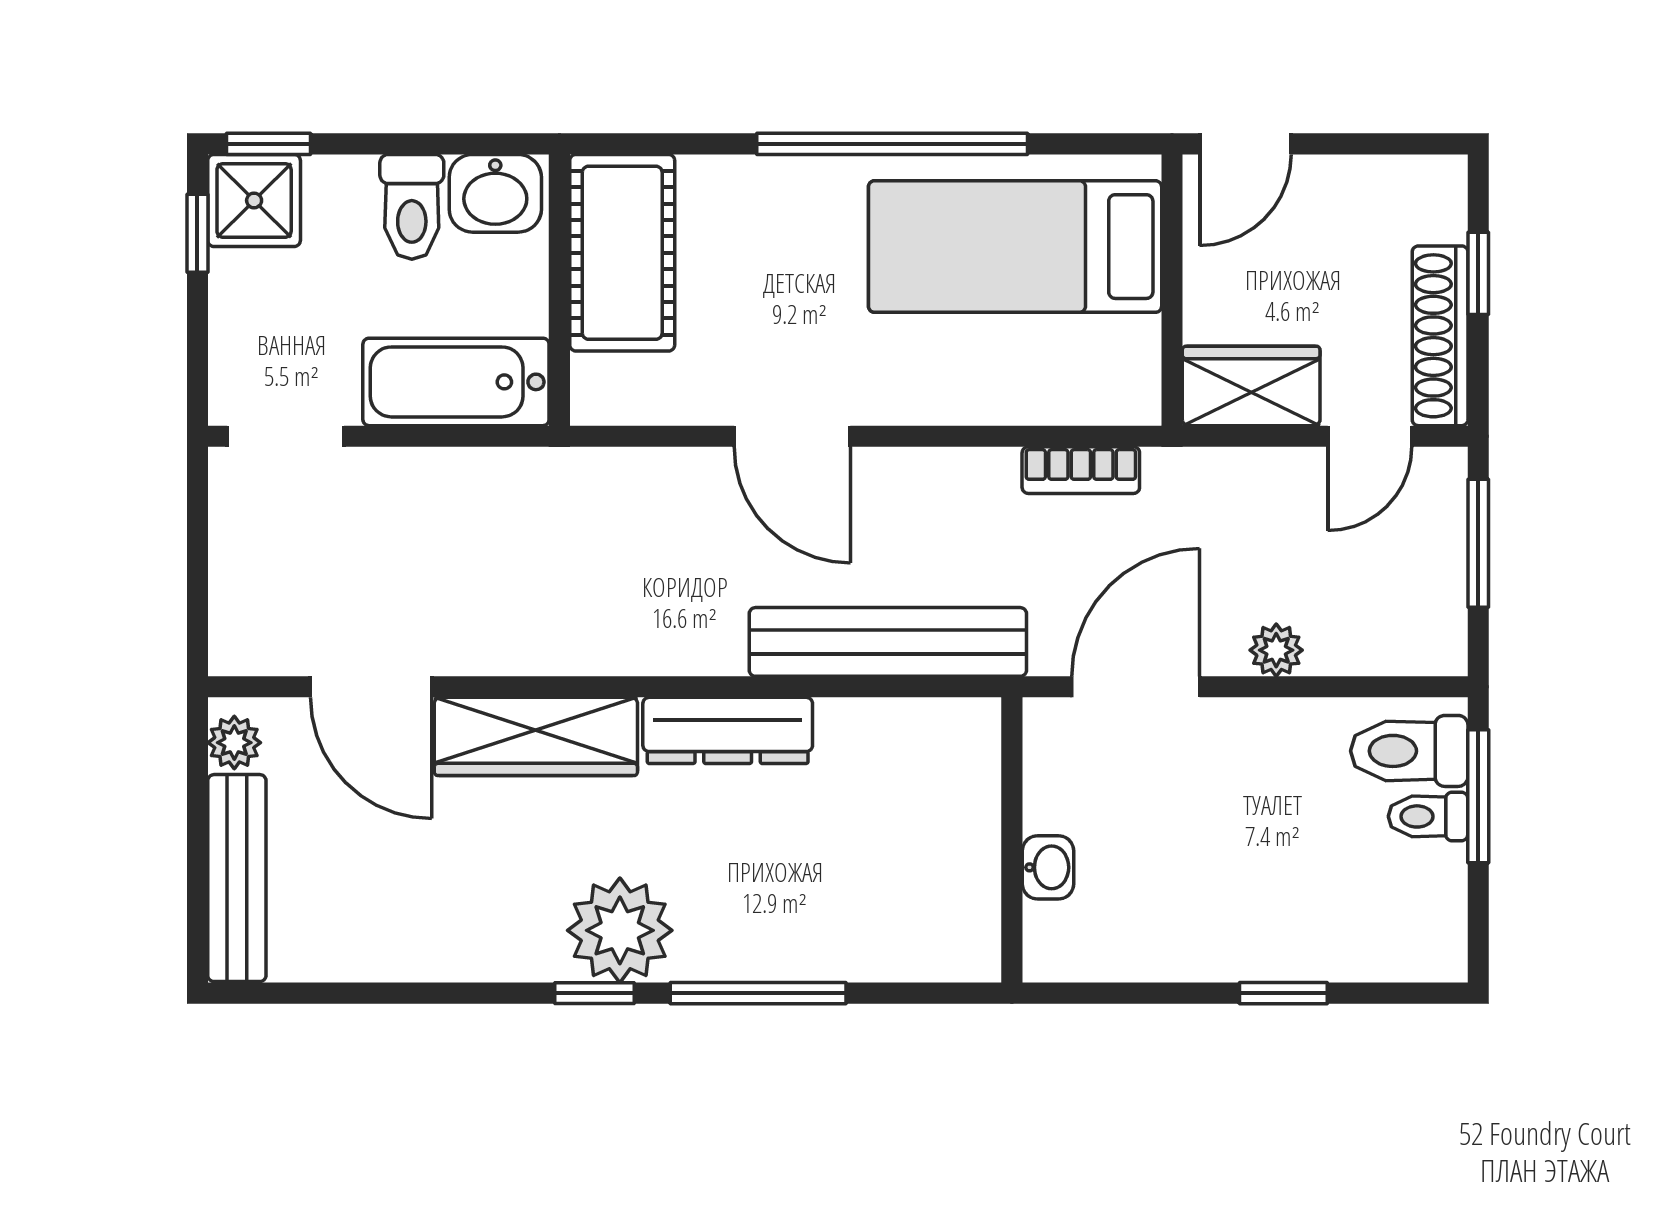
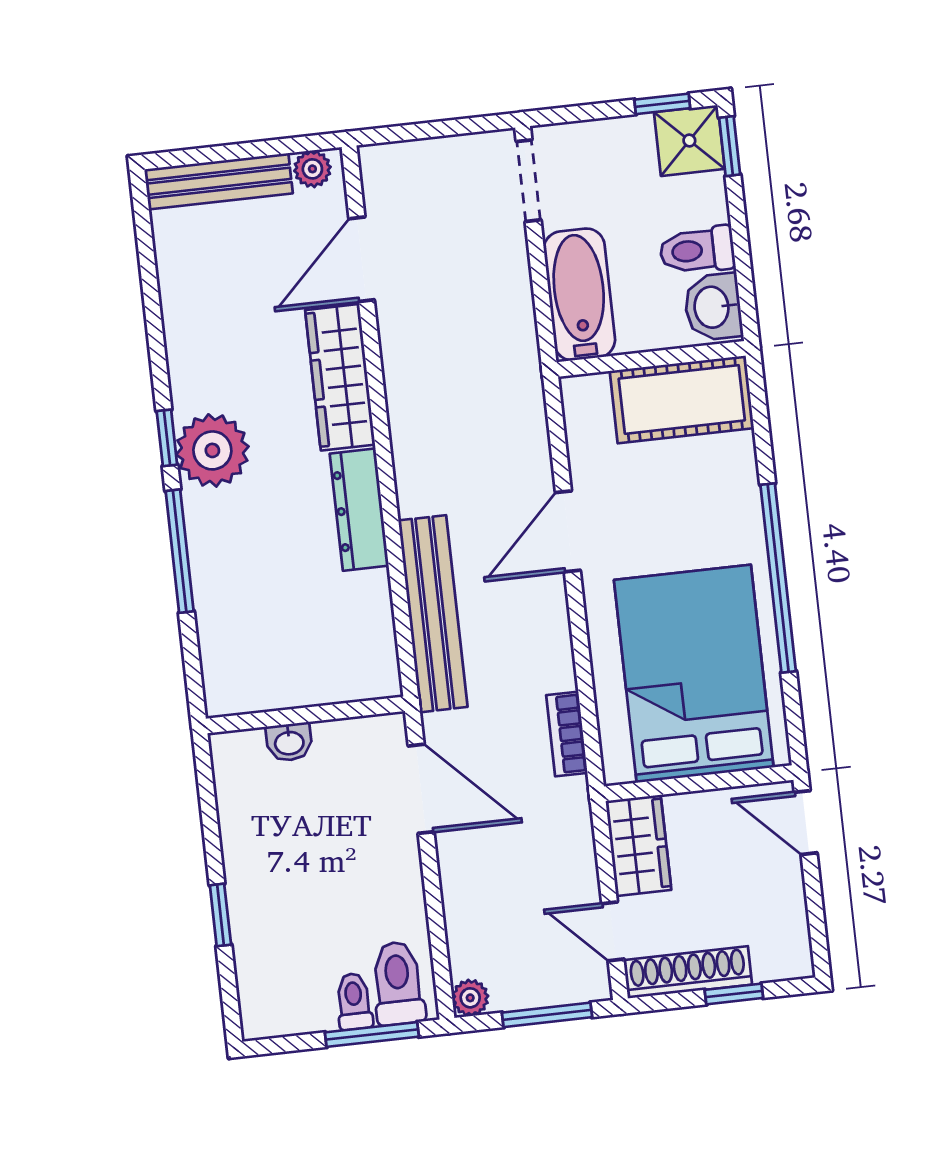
bed: (1015, 247) -> (694, 674), width x1.50
plant: (1276, 650) -> (470, 998), moved

